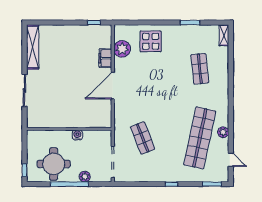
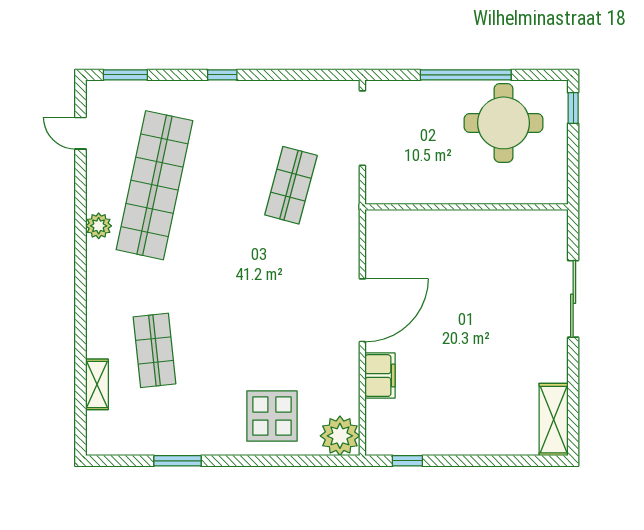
shelving: (224, 35) -> (97, 384), moved
shelving: (33, 47) -> (554, 420), width x0.68
plant: (122, 49) -> (340, 436), moved
plant: (223, 132) -> (99, 226), moved
water cooler: (77, 135) -> (447, 192), removed
shop shelf: (143, 138) -> (291, 185), turned 36
plant: (85, 177) -> (429, 93), removed

